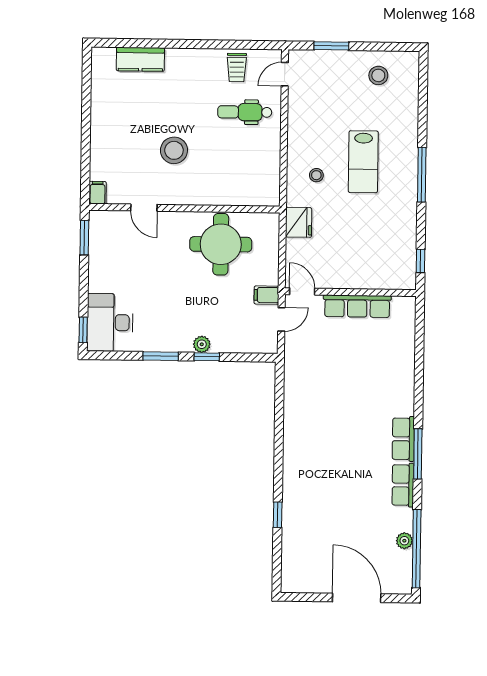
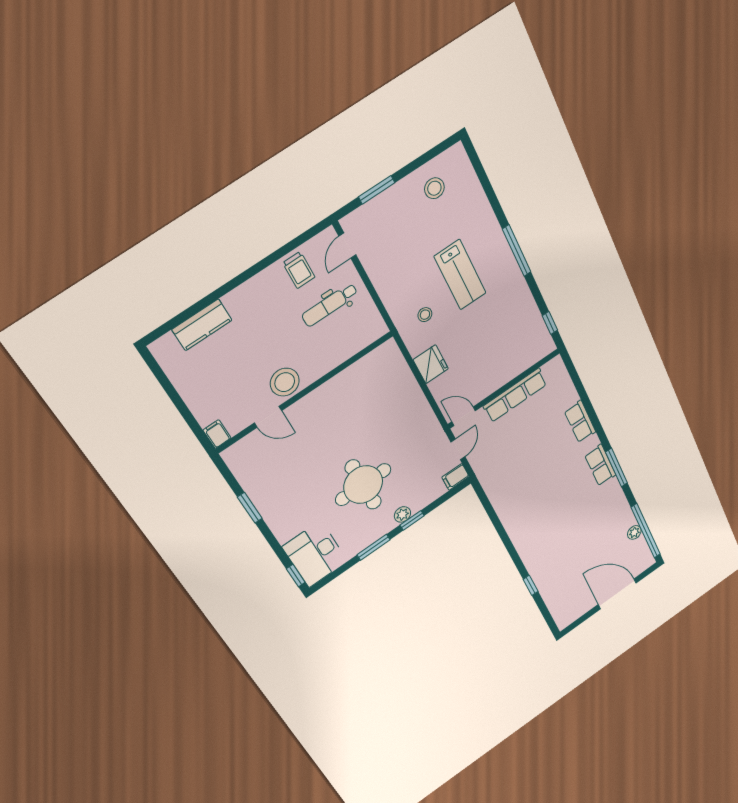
filing cabinet: (98, 193) -> (217, 434), moved
door: (144, 208) -> (268, 417), moved
wall: (184, 208) -> (305, 392), moved
round table: (221, 244) -> (363, 485), moved
filing cabinet: (266, 295) -> (456, 477), moved
row of seats: (403, 485) -> (580, 422), moved

